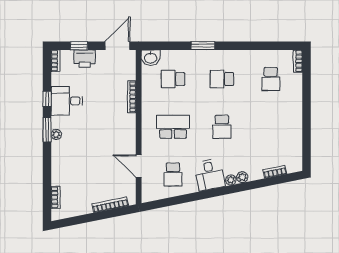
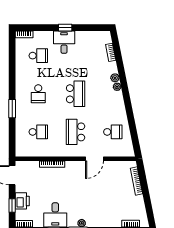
washbasin: (151, 58) -> (22, 149), removed
school desk: (173, 79) -> (38, 132), turned -90
window: (306, 113) -> (65, 28), added
school desk: (222, 127) -> (76, 94), width x1.85
door: (139, 166) -> (94, 159), moved
desk: (210, 175) -> (64, 42), moved, turned -79

